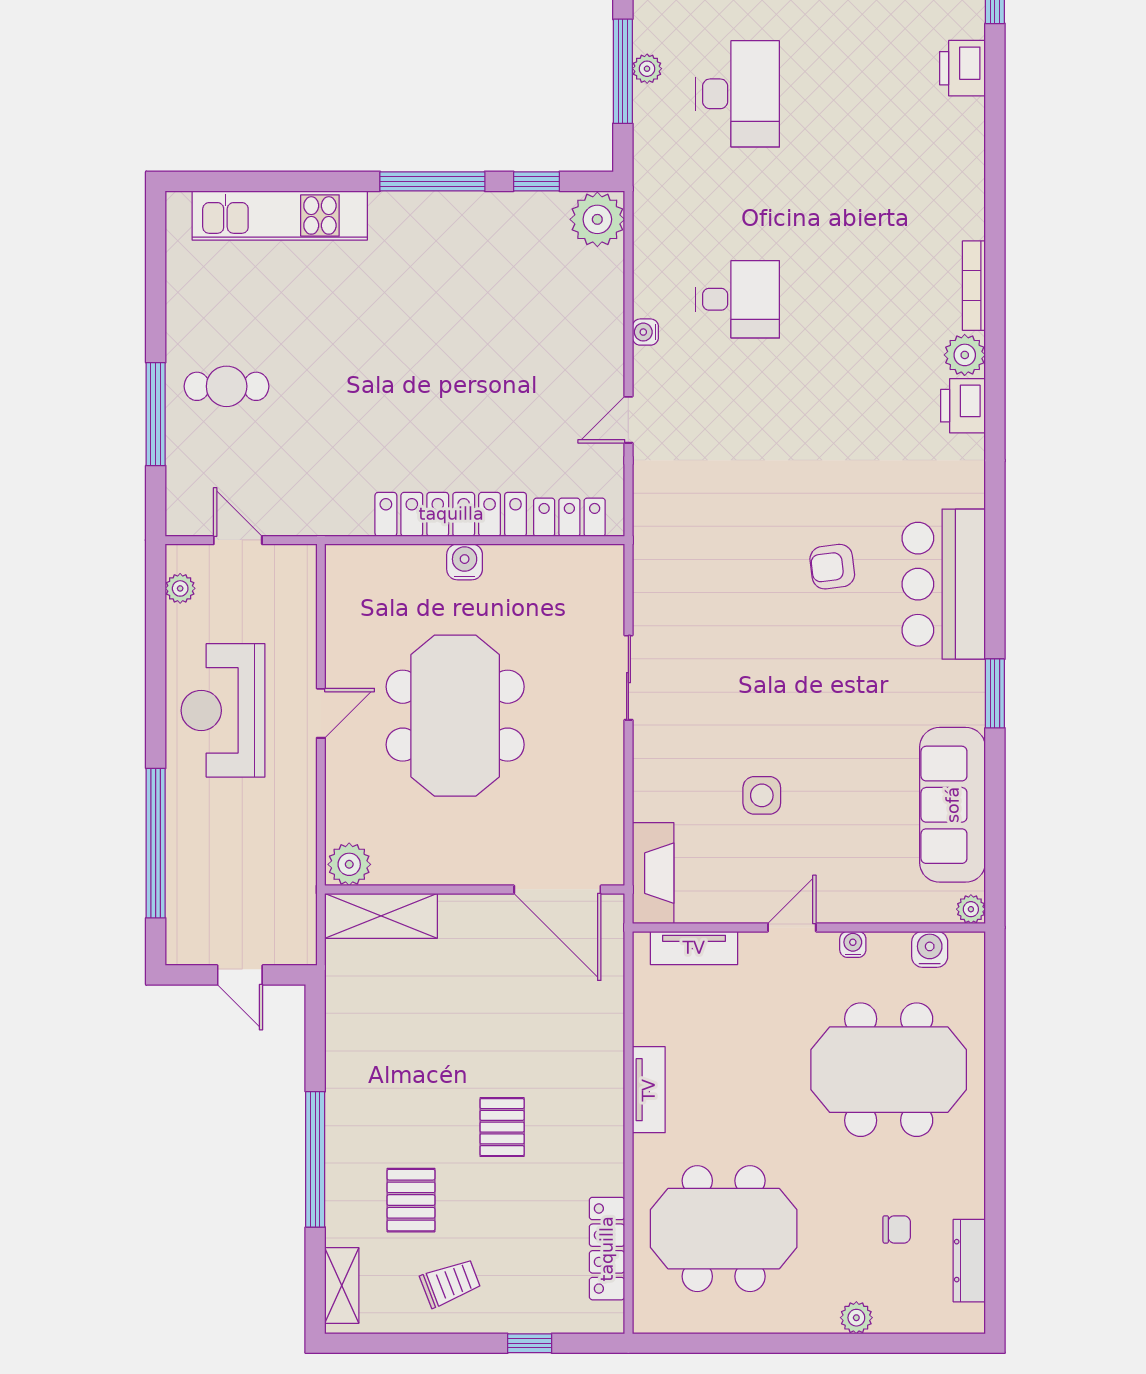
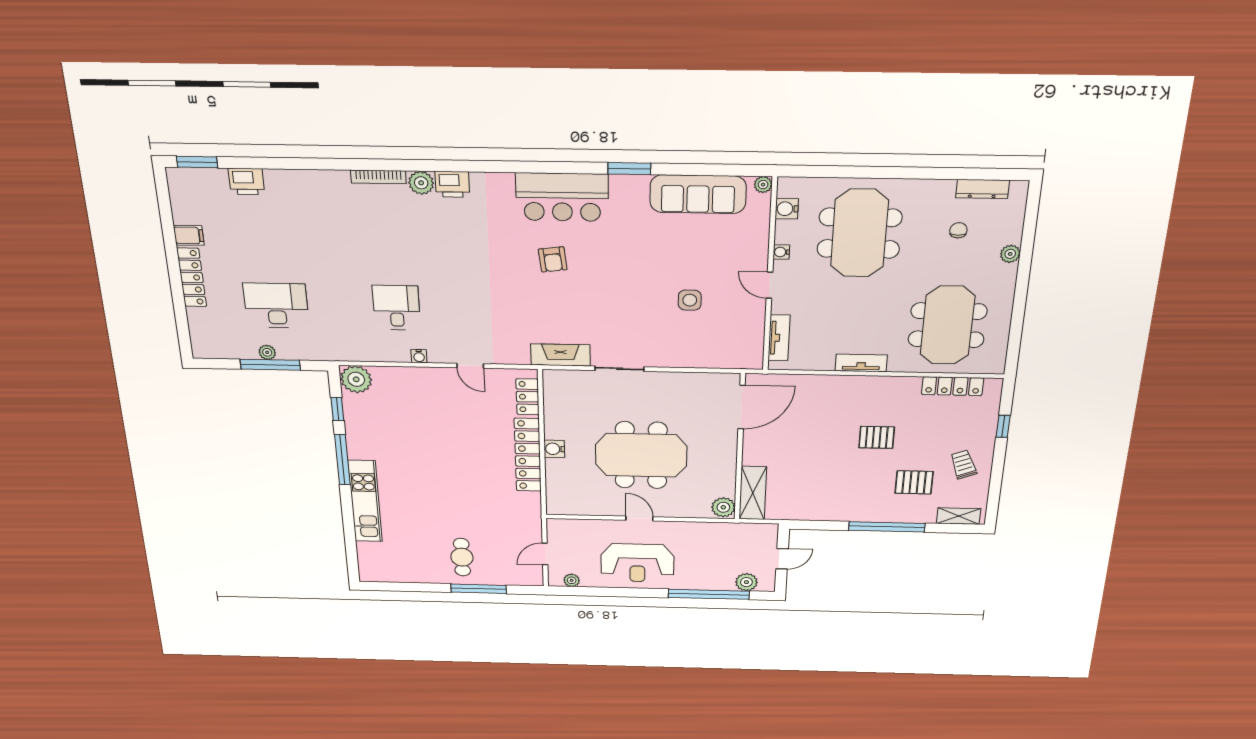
kitchen unit: (280, 215) -> (365, 501), moved
fireplace: (653, 873) -> (560, 355), moved
plant: (186, 912) -> (746, 582), added

